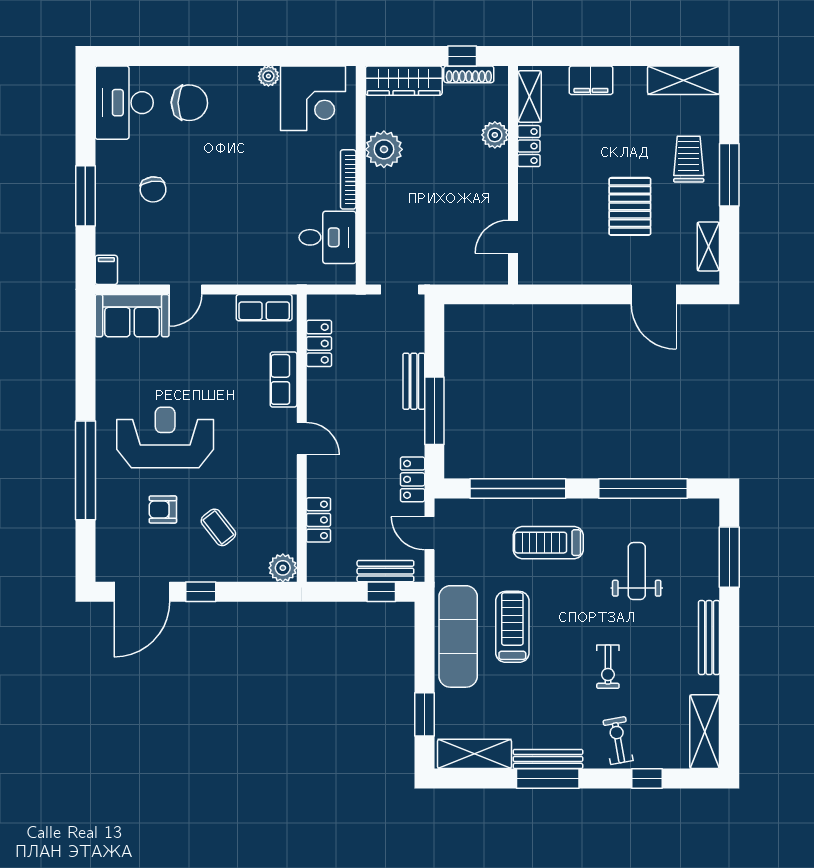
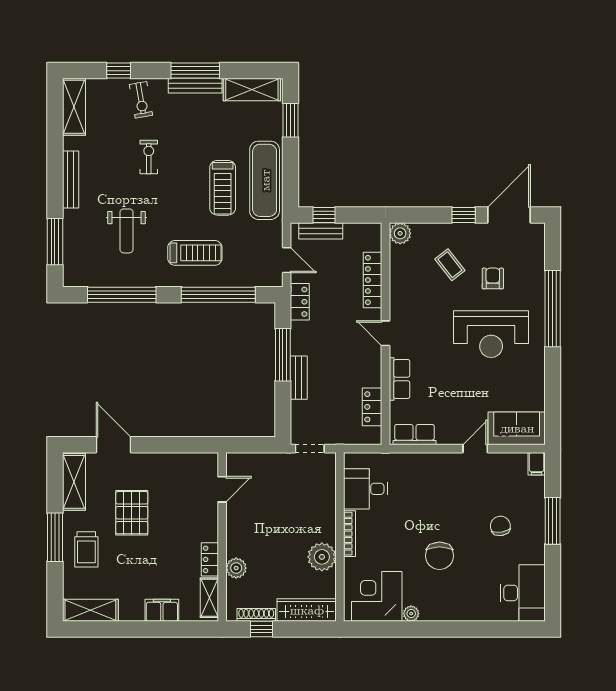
chair: (189, 103) -> (440, 556), moved, turned -91
shelving: (708, 246) -> (74, 482), width x1.50, depth x1.33
armchair: (163, 509) -> (493, 278), turned -90
locker: (319, 520) -> (372, 280), width x1.53

